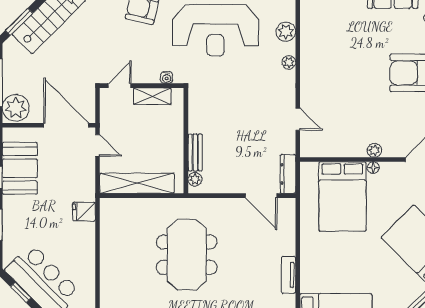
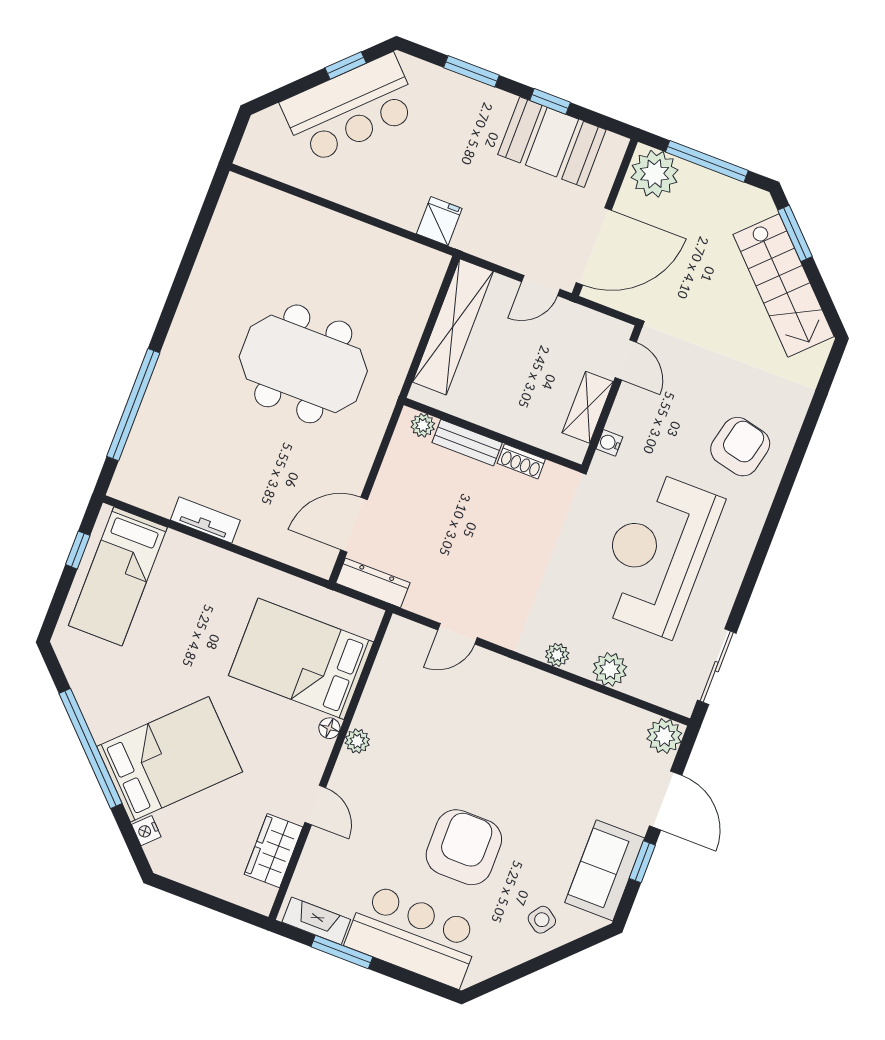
shoe rack: (194, 120) -> (521, 461), added

